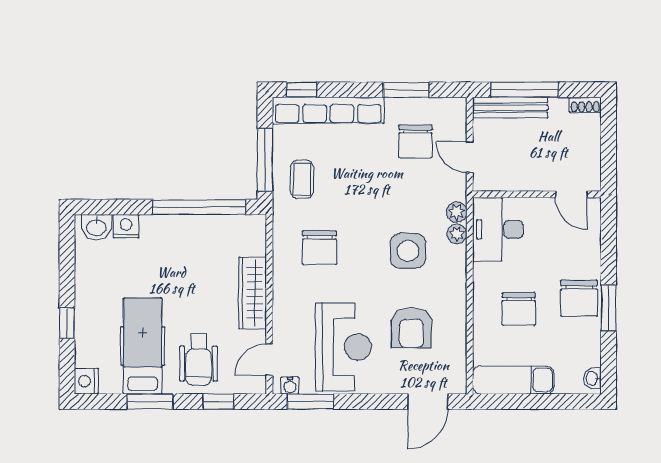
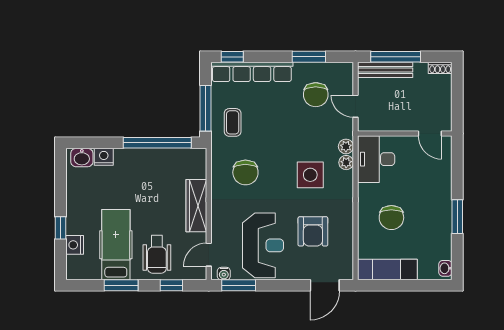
chair: (579, 298) -> (436, 210), removed
nightstand: (86, 381) -> (75, 245), moved

